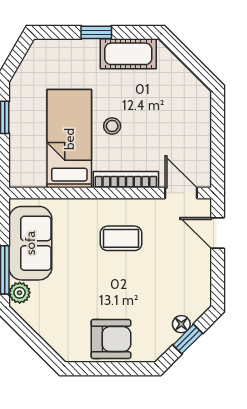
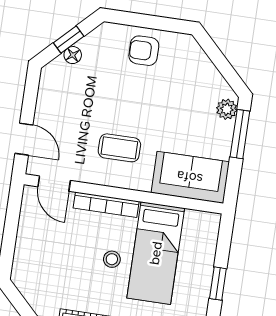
sofa: (30, 243) -> (190, 177), moved, turned 90
armchair: (111, 339) -> (144, 51), width x0.72, depth x0.72

